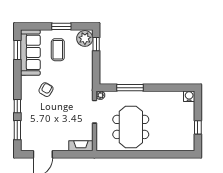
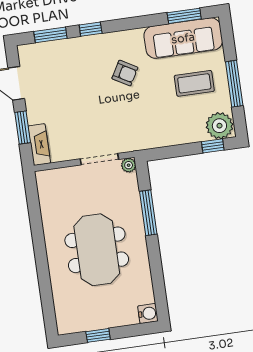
window: (61, 26) -> (234, 84), width x1.44
meeting table: (131, 127) -> (97, 250), moved, turned 90
window: (69, 154) -> (23, 128), added

